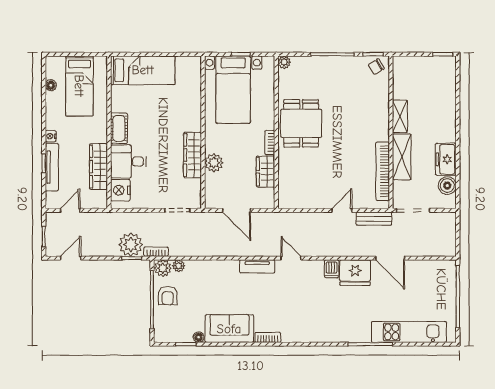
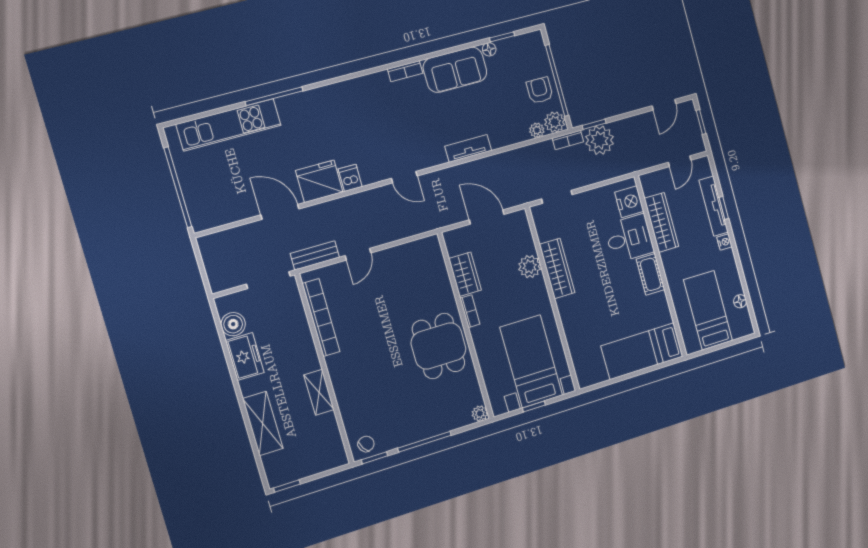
shelving: (402, 157) -> (263, 423), moved
tv unit: (257, 266) -> (468, 148), moved

